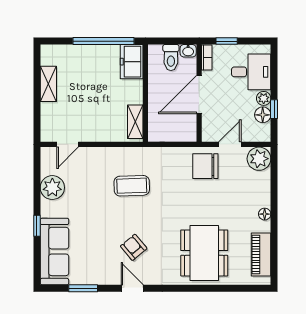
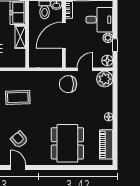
floor lamp: (263, 115) -> (107, 60), moved
shelving: (135, 122) -> (20, 37), moved

